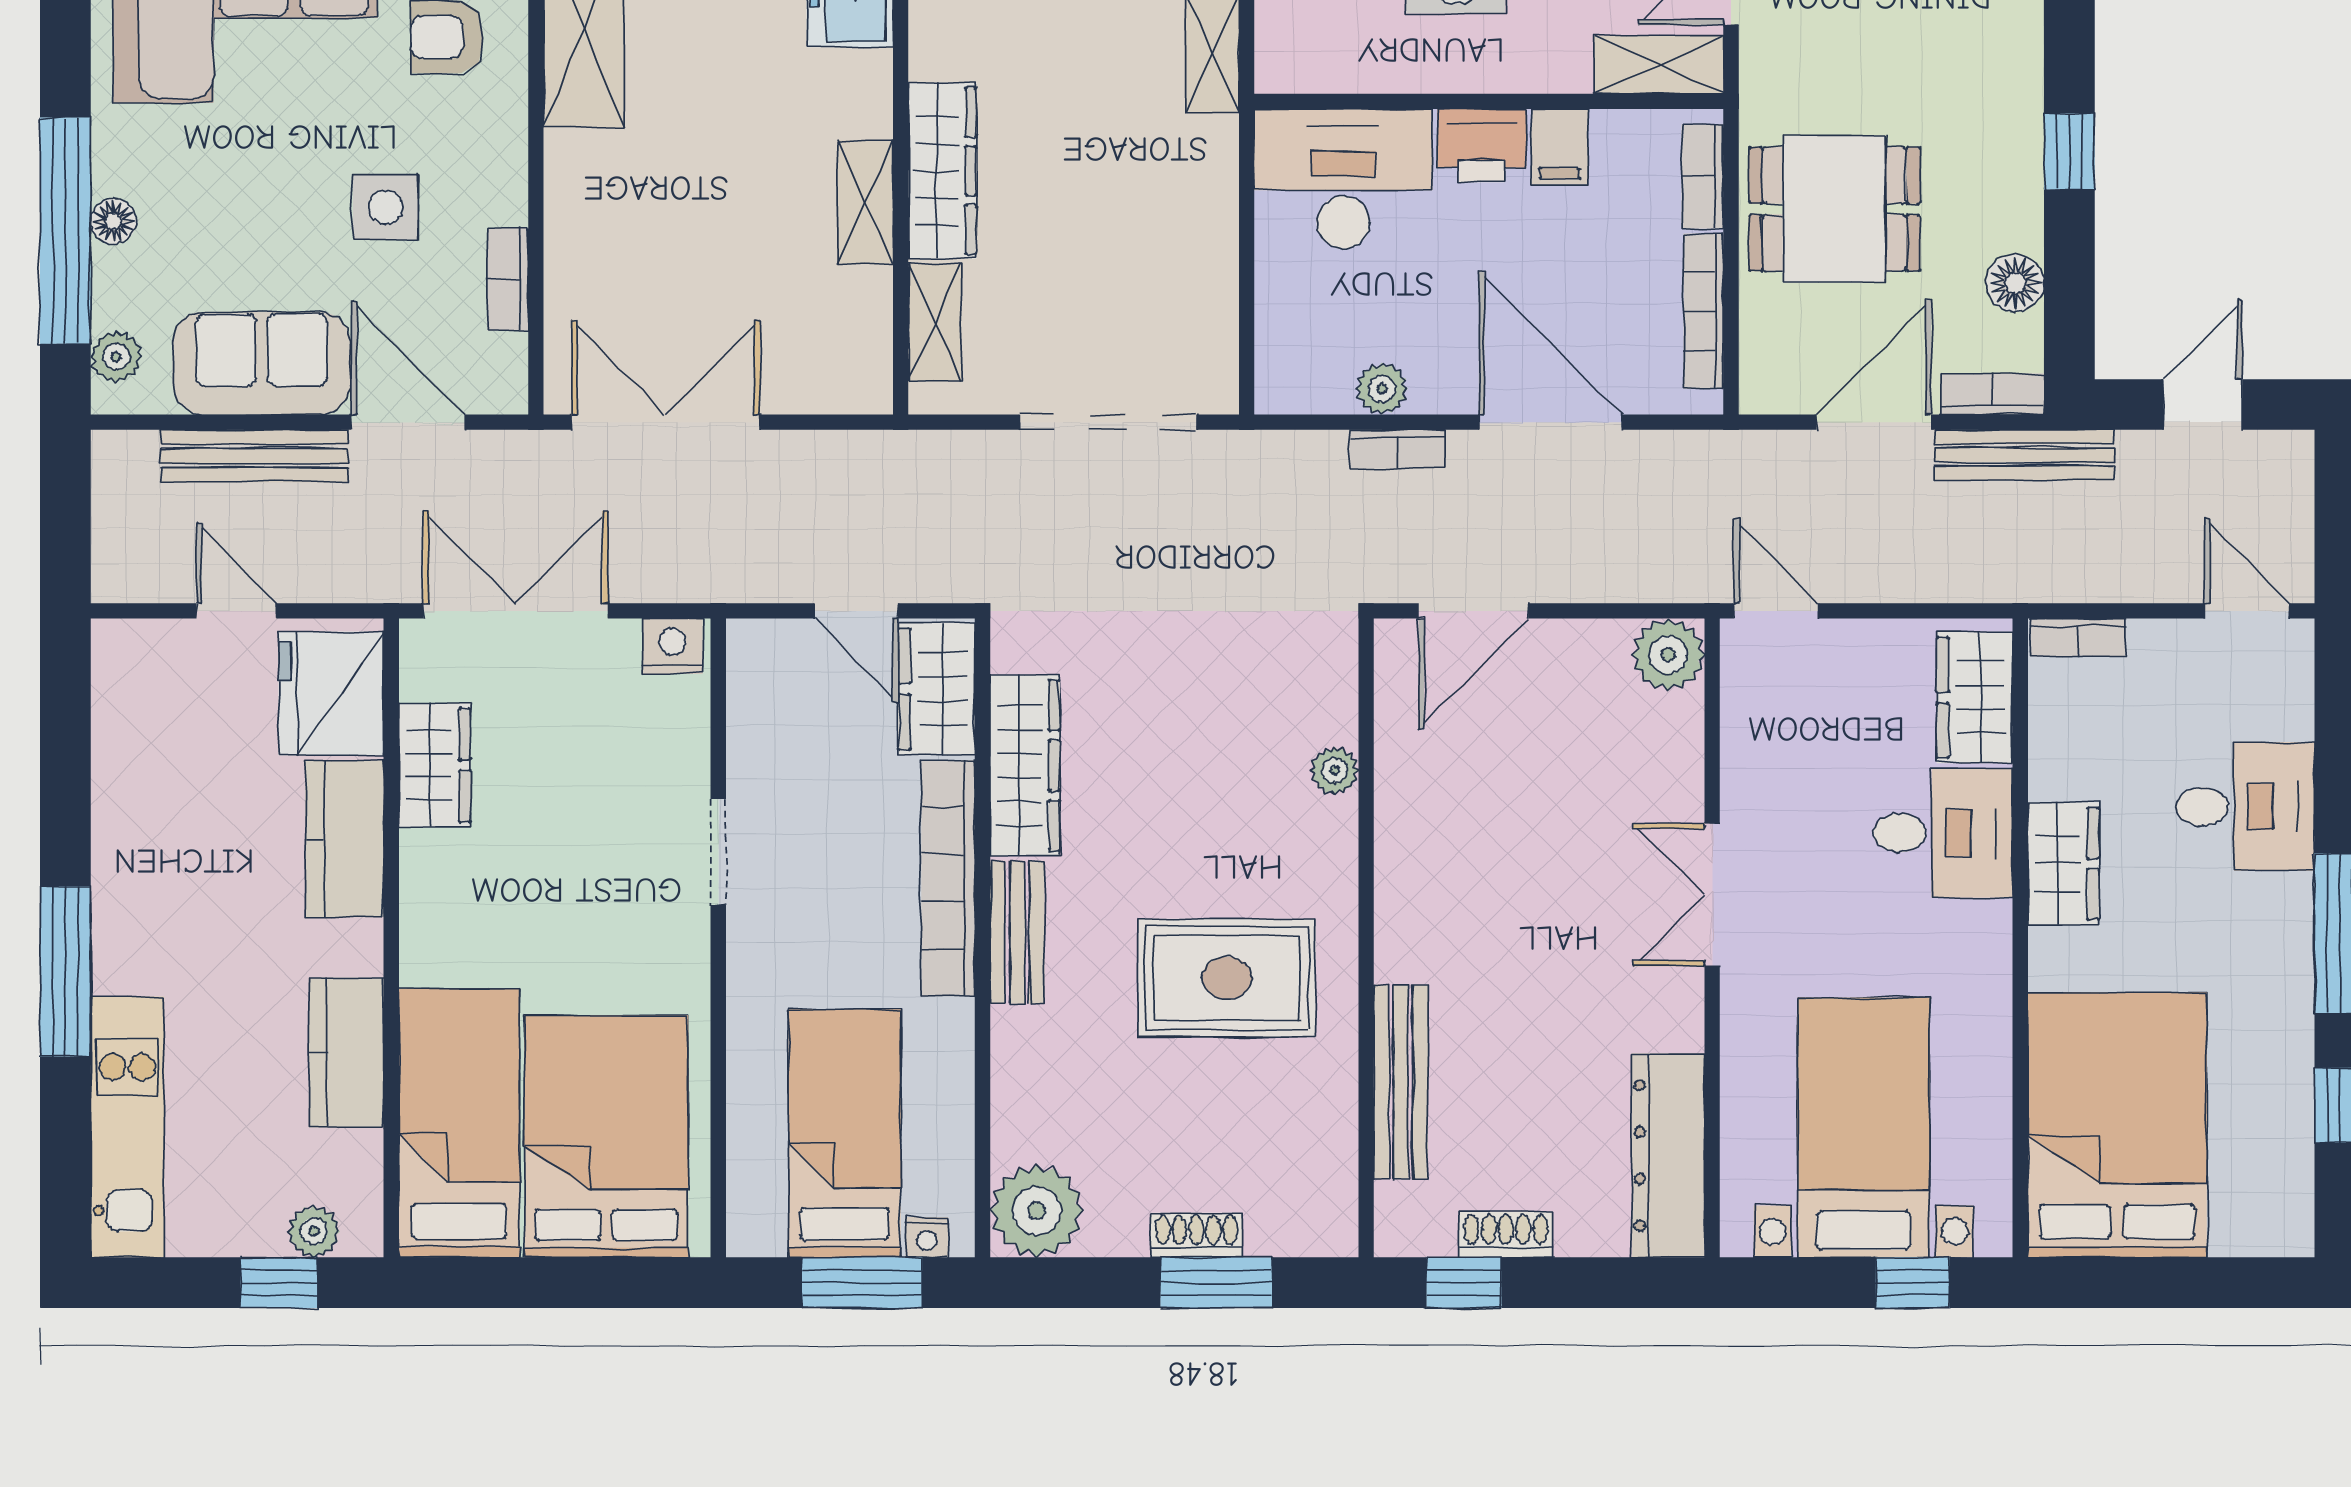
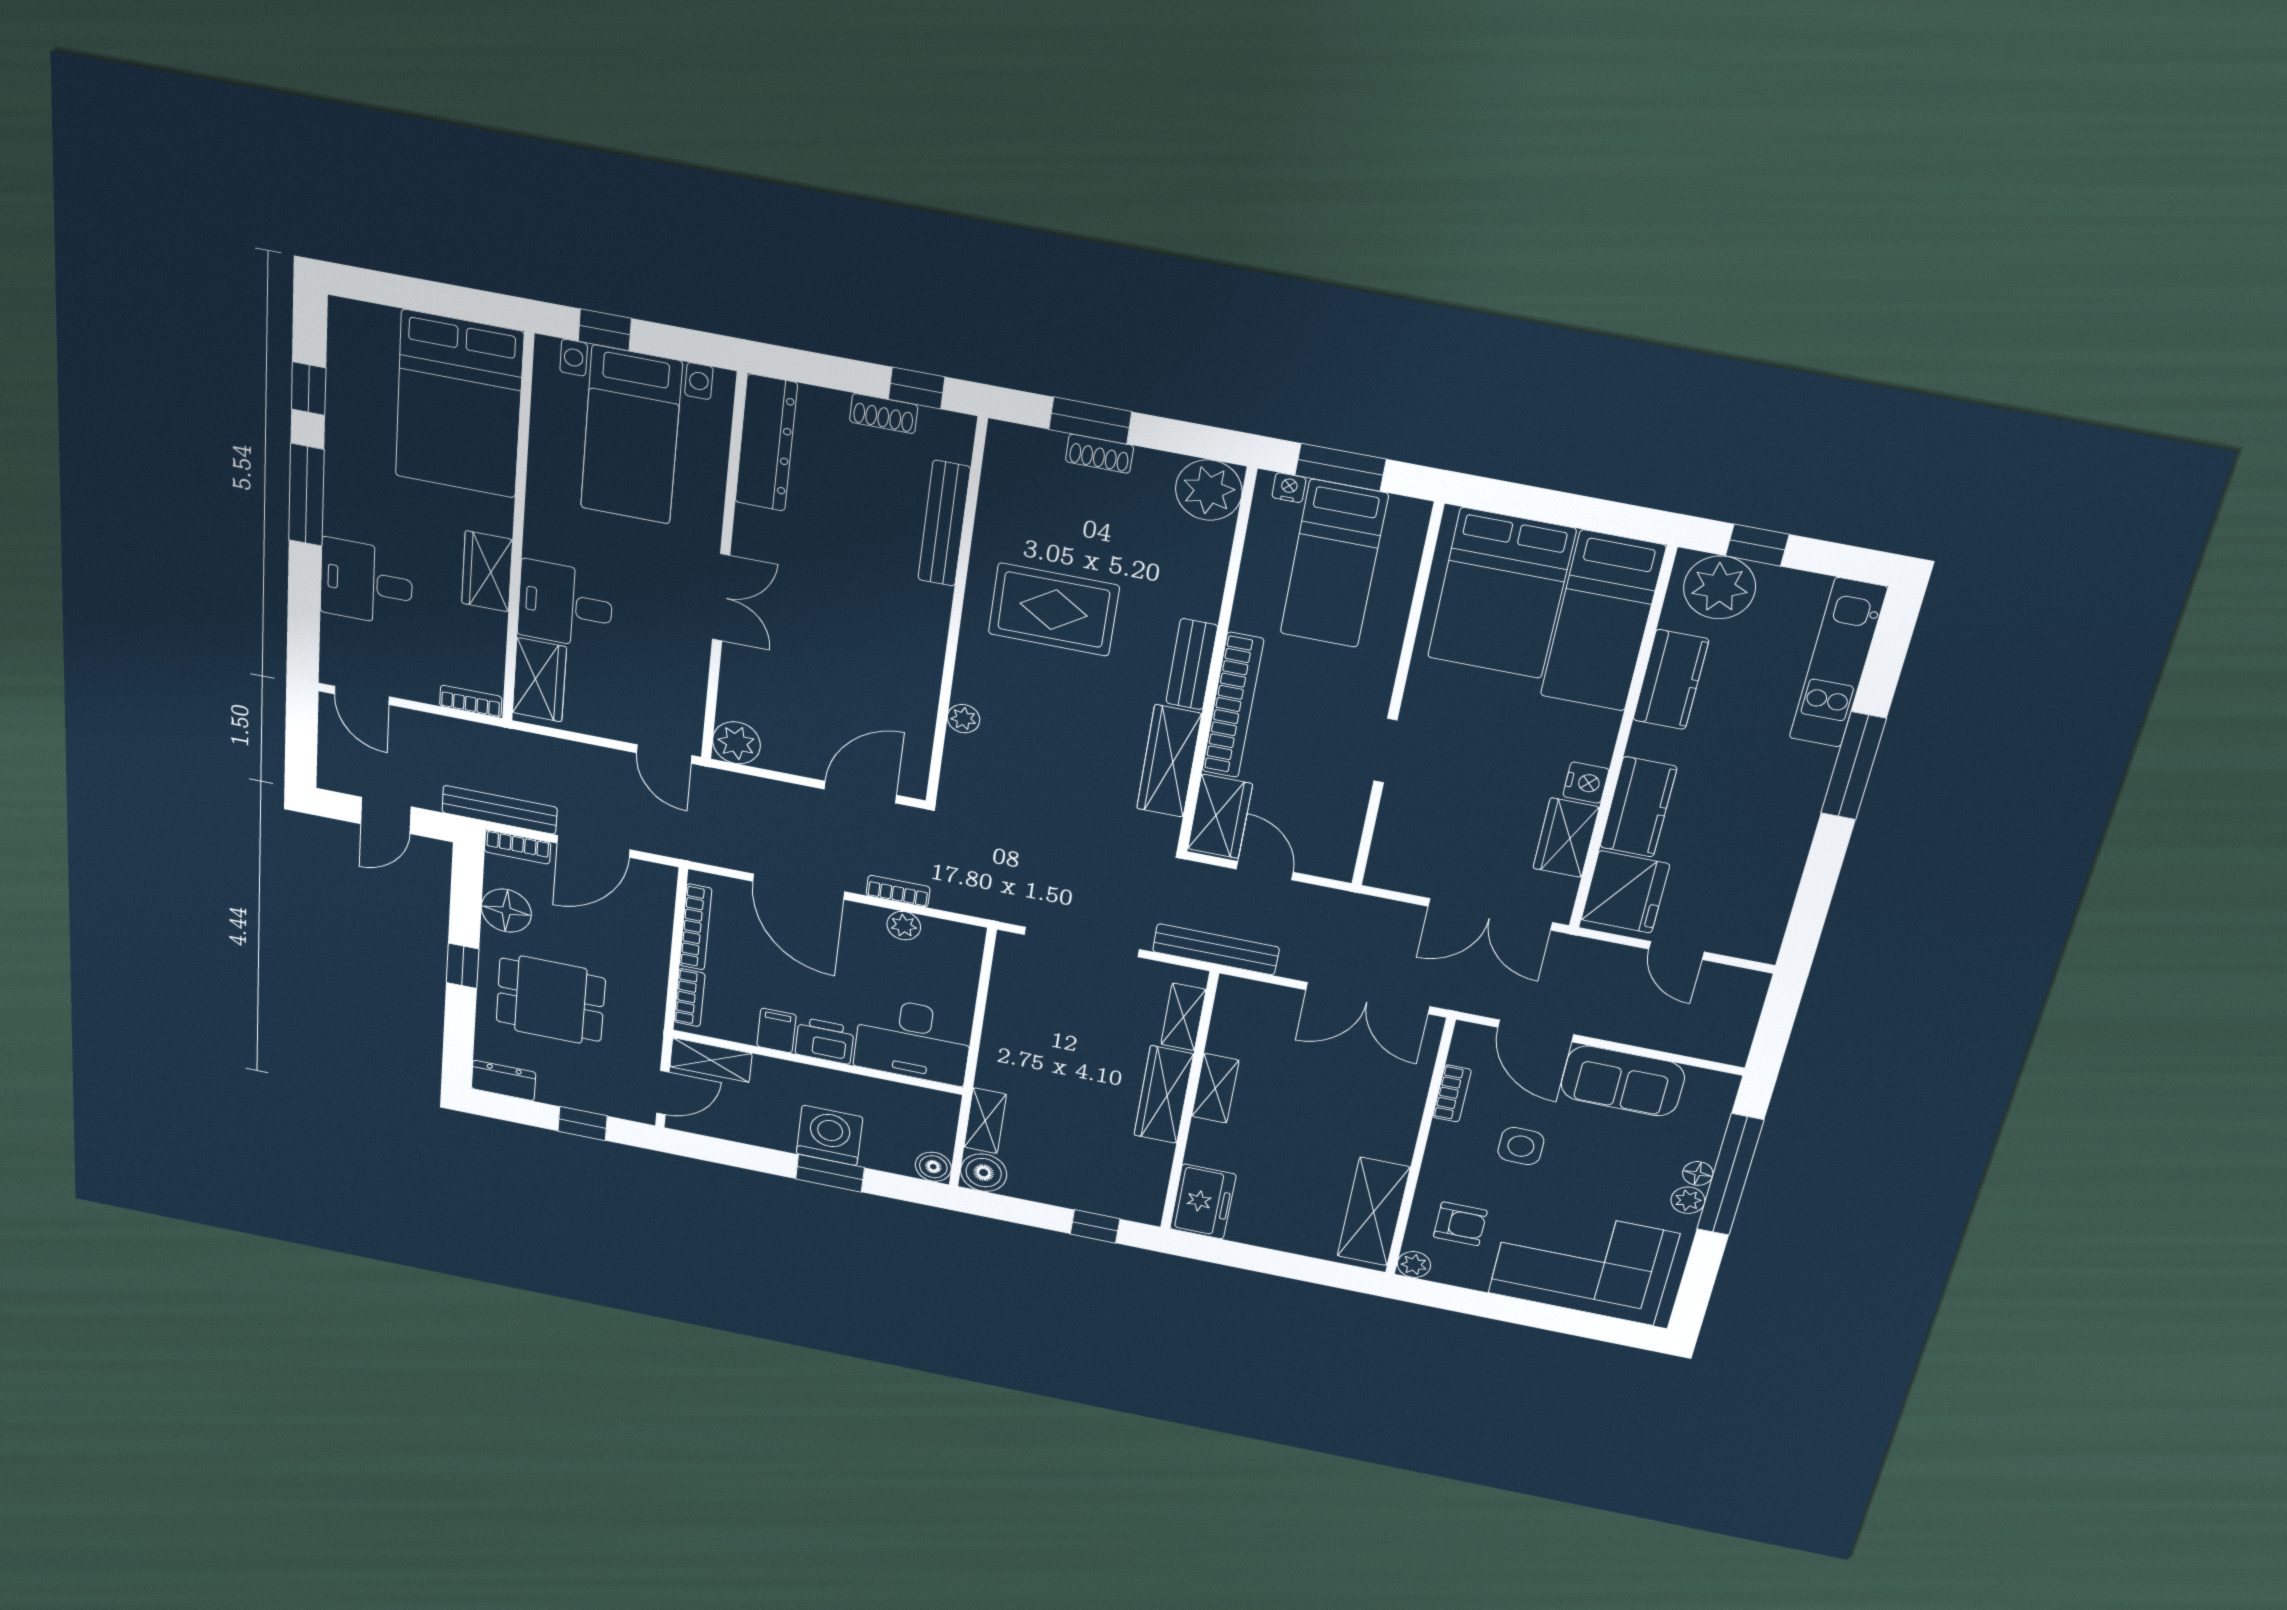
dining table: (1834, 209) -> (551, 1000), moved
floor lamp: (2015, 283) -> (506, 911), width x1.38, depth x1.38
plant: (116, 357) -> (1688, 1200), moved
bench: (255, 456) -> (1216, 949), moved
nightstand: (672, 646) -> (1586, 783), moved, turned -90
plant: (314, 1231) -> (1720, 587), width x1.88, depth x1.88

